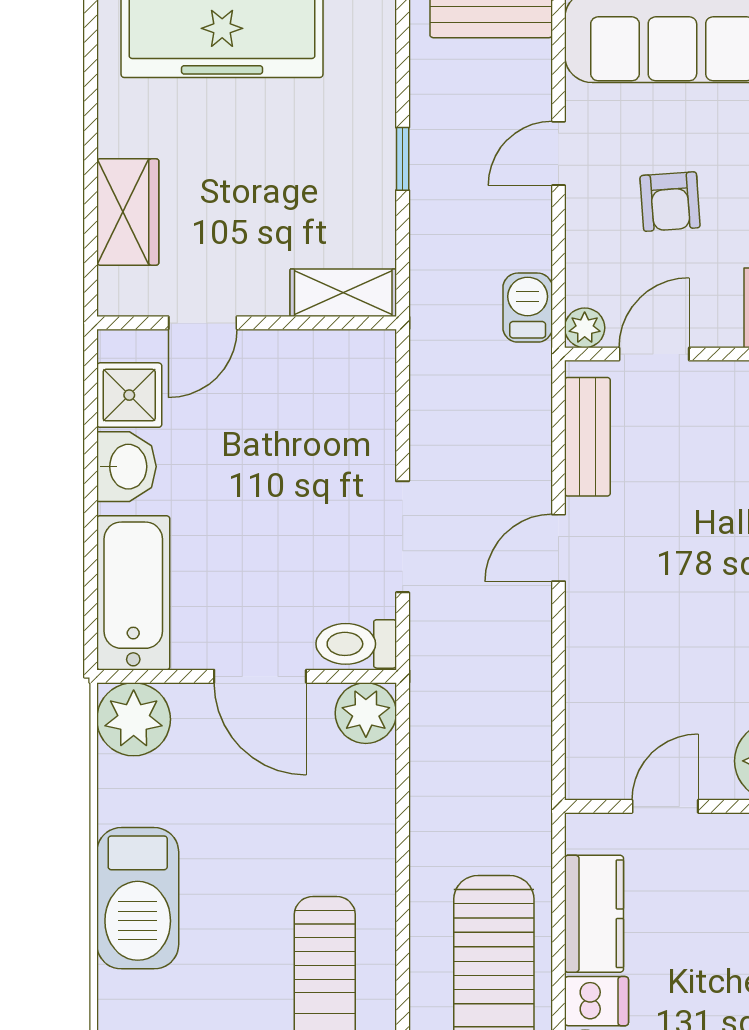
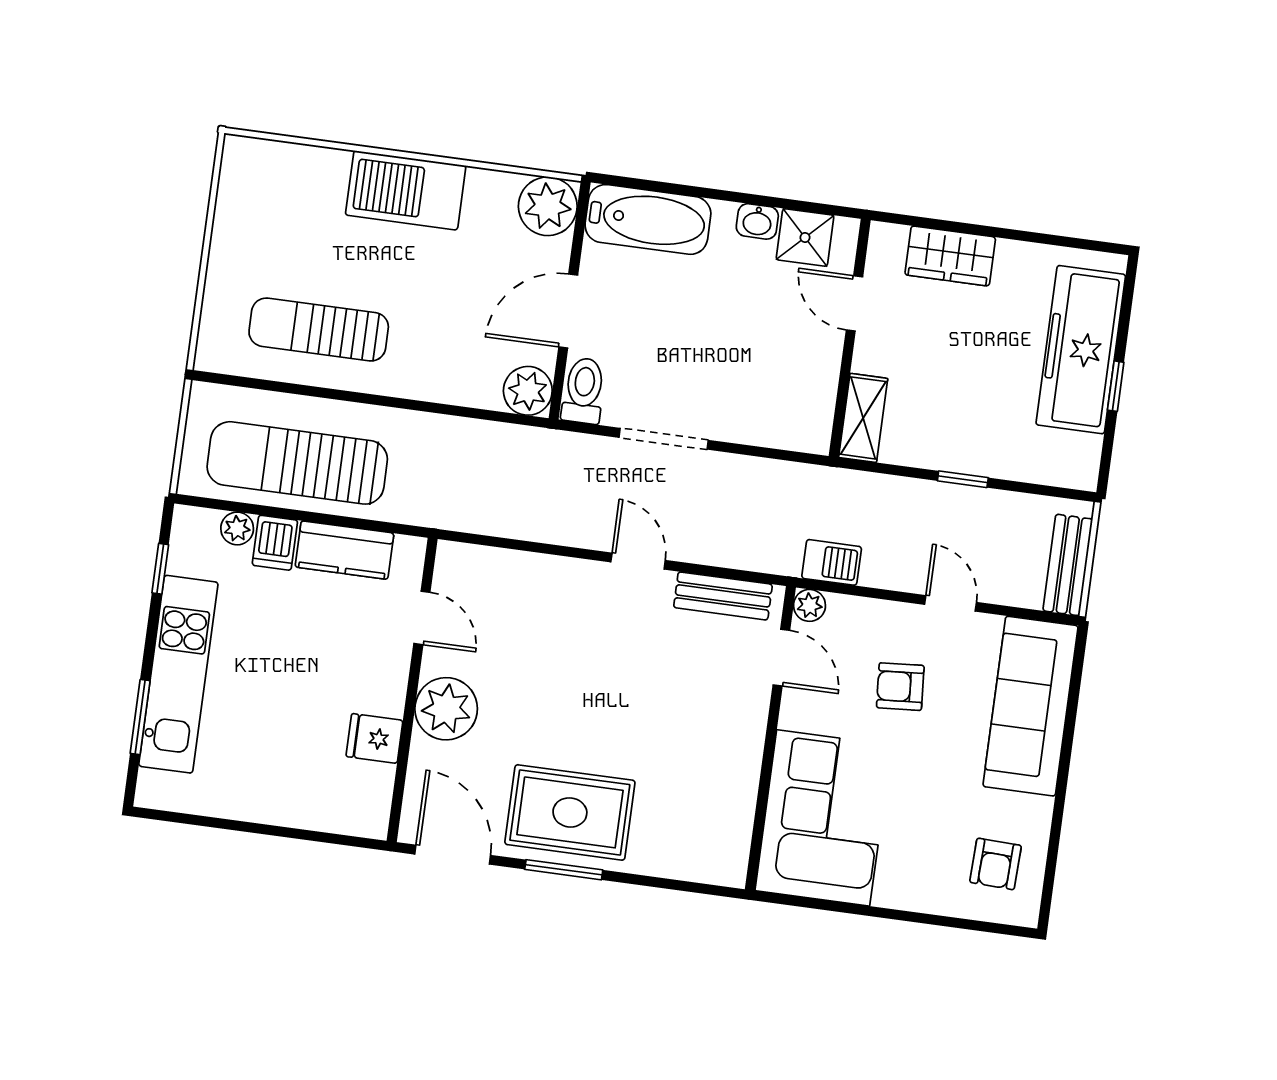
washbasin: (126, 467) -> (757, 221), width x0.72, depth x0.69

